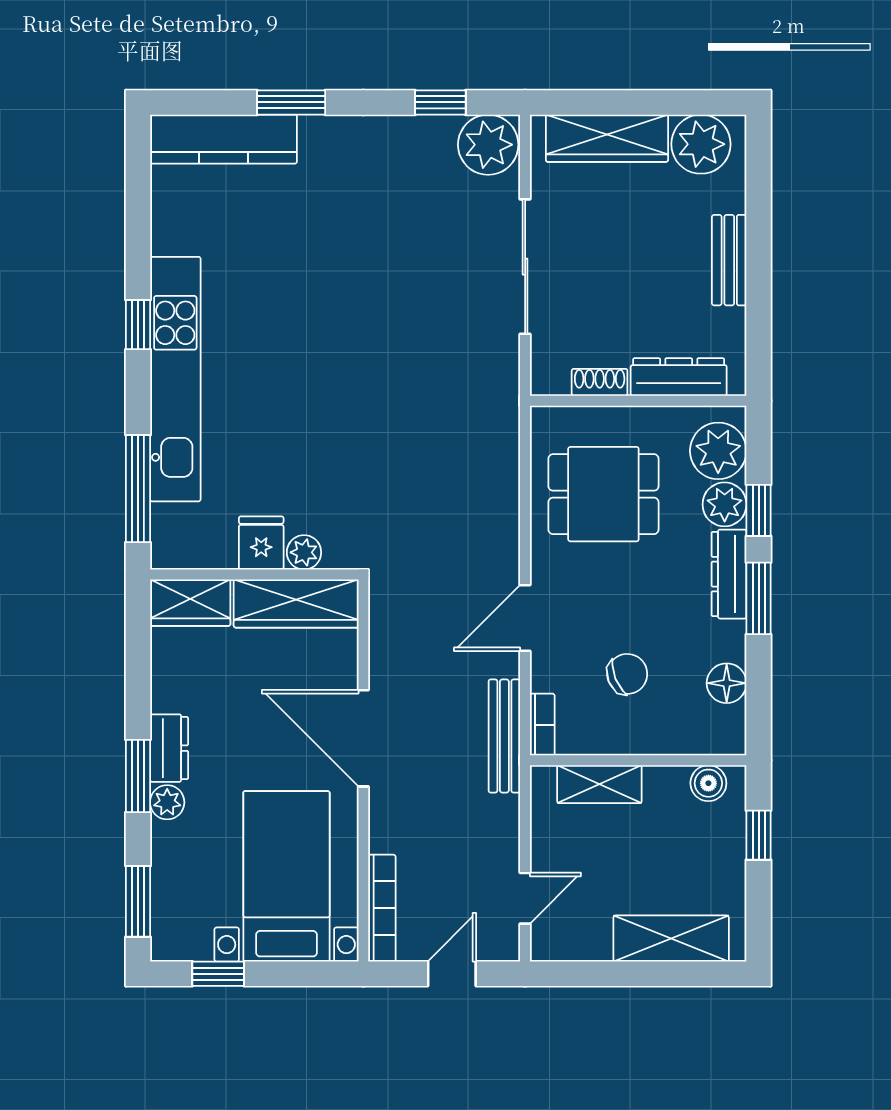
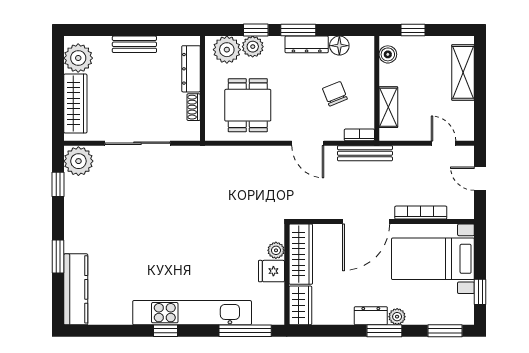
dresser: (729, 574) -> (307, 44), moved
bookcase: (382, 908) -> (421, 213), moved

